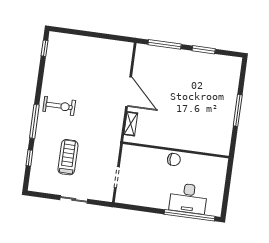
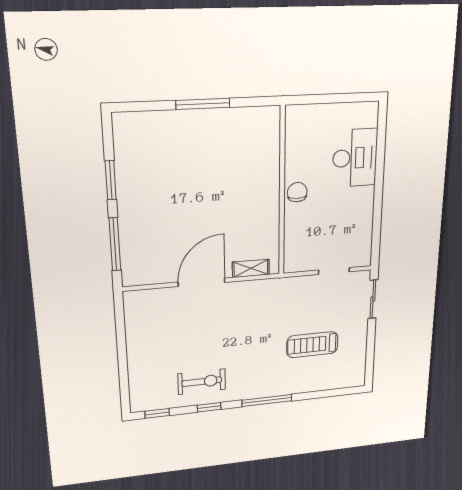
exercise bike: (59, 106) -> (202, 382), moved, turned 90
window: (29, 158) -> (209, 407), moved
sliding door: (74, 199) -> (373, 299), moved
window: (190, 215) -> (380, 151), removed

